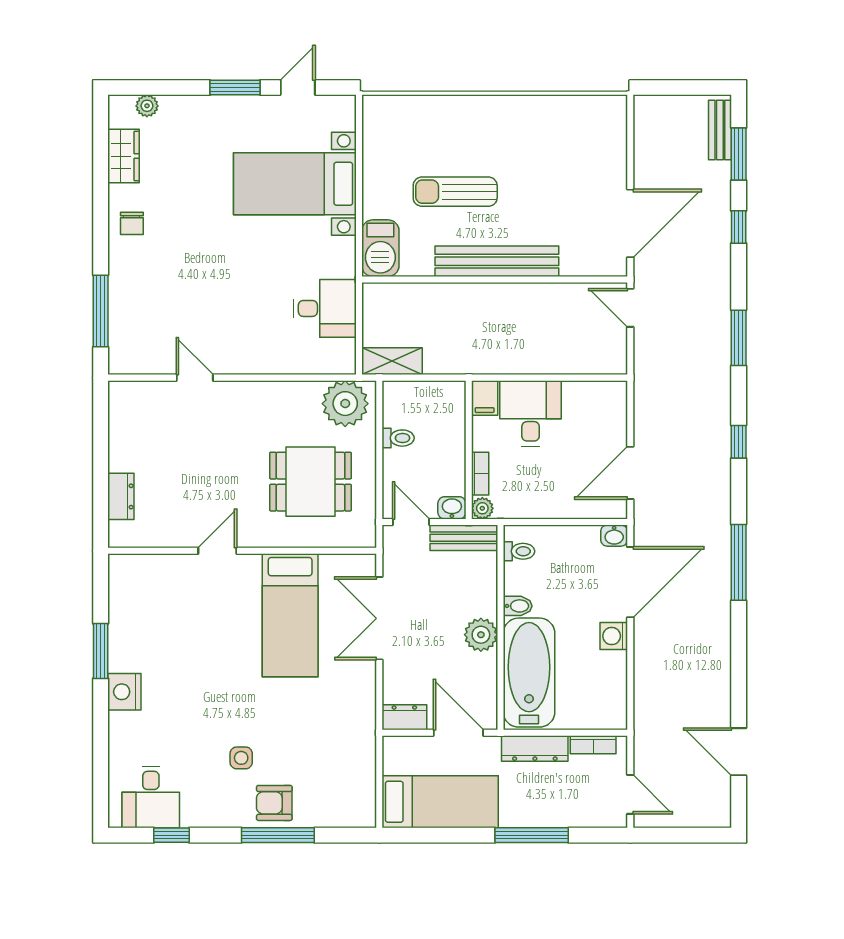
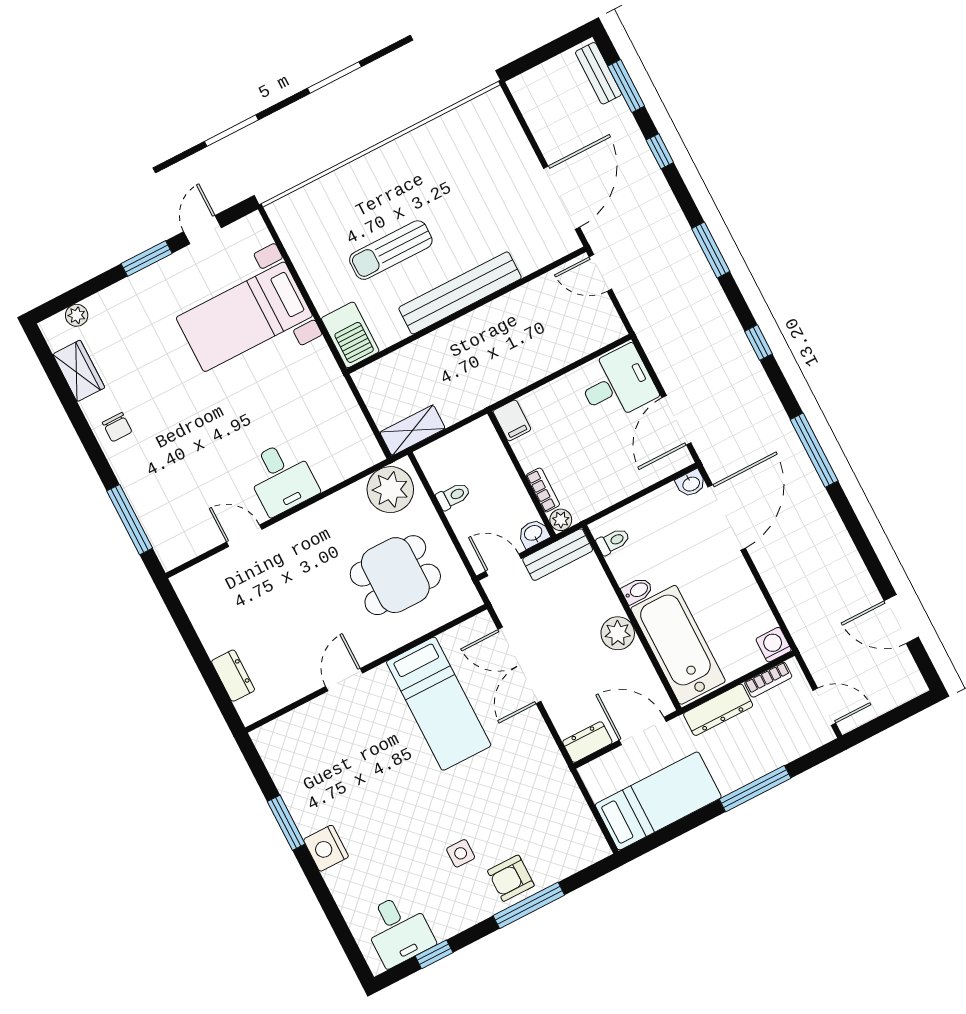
desk: (325, 308) -> (281, 478), moved, turned 90
desk: (531, 414) -> (617, 384), moved, turned 90
washing machine: (614, 636) -> (774, 645), moved, turned 90

